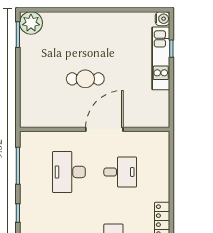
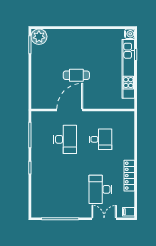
kitchen unit: (161, 58) -> (128, 69), width x1.36
door: (104, 129) -> (70, 110), moved
desk: (69, 172) -> (65, 139), turned 180

